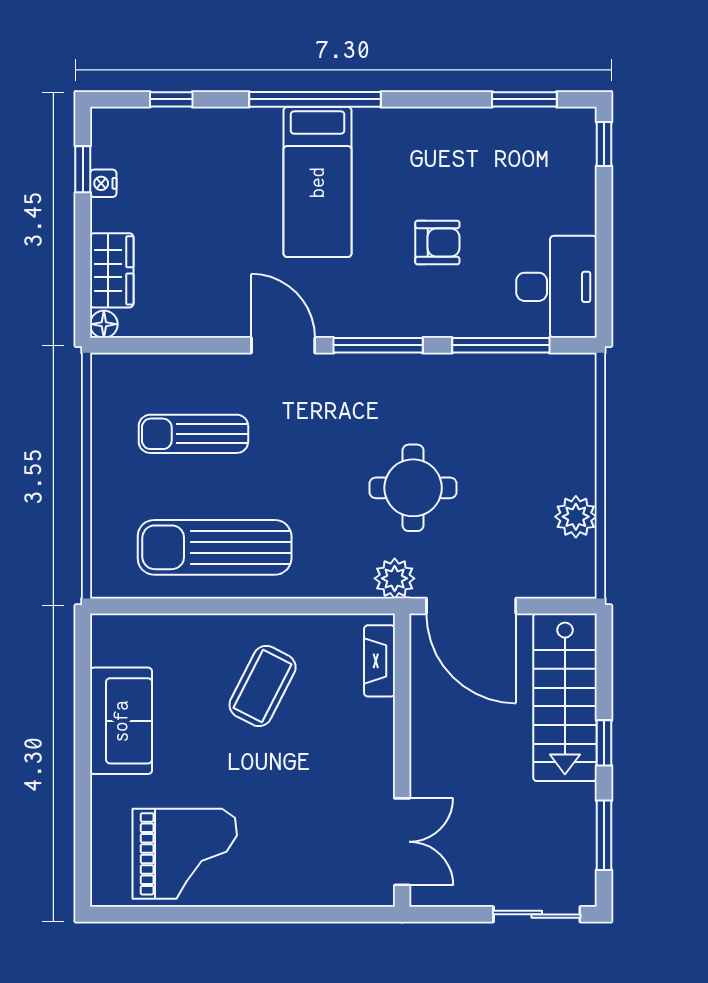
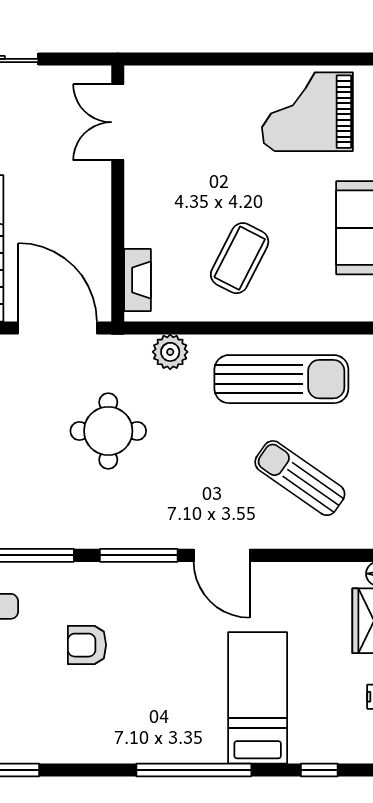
bed: (317, 182) -> (258, 698), moved
sun lounger: (193, 434) -> (300, 478), turned -145
plant: (395, 578) -> (170, 352), moved

